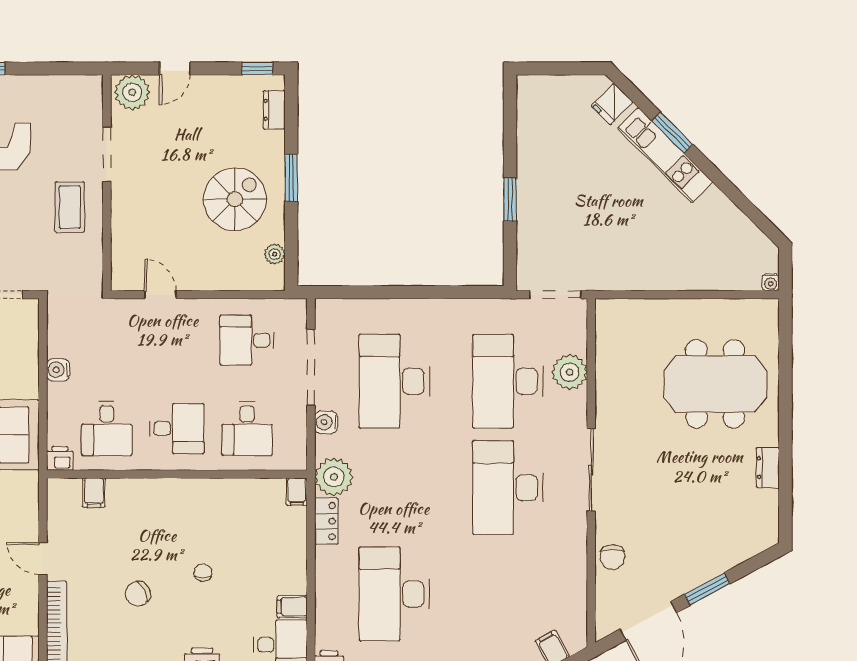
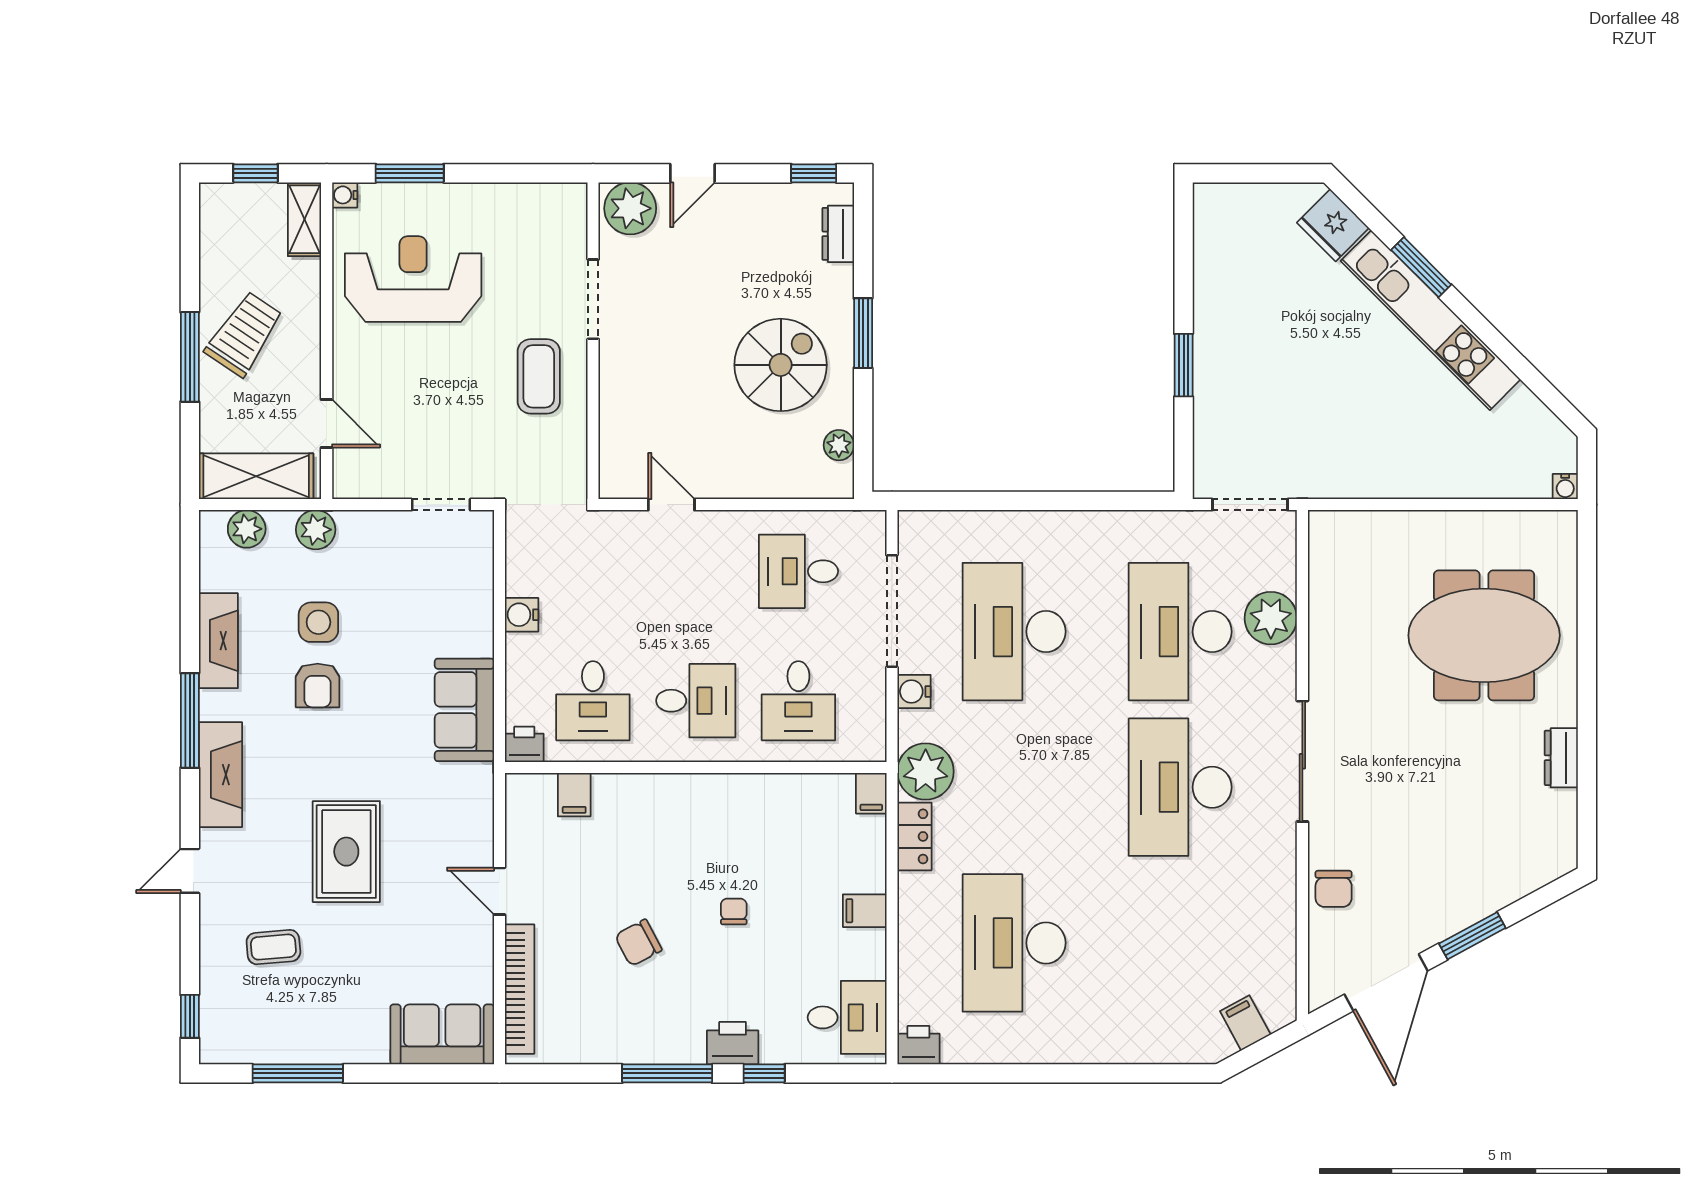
fridge: (612, 104) -> (1333, 225), width x1.38
kitchen unit: (665, 155) -> (1431, 320), width x1.36
filing cabinet: (292, 607) -> (865, 911), moved

